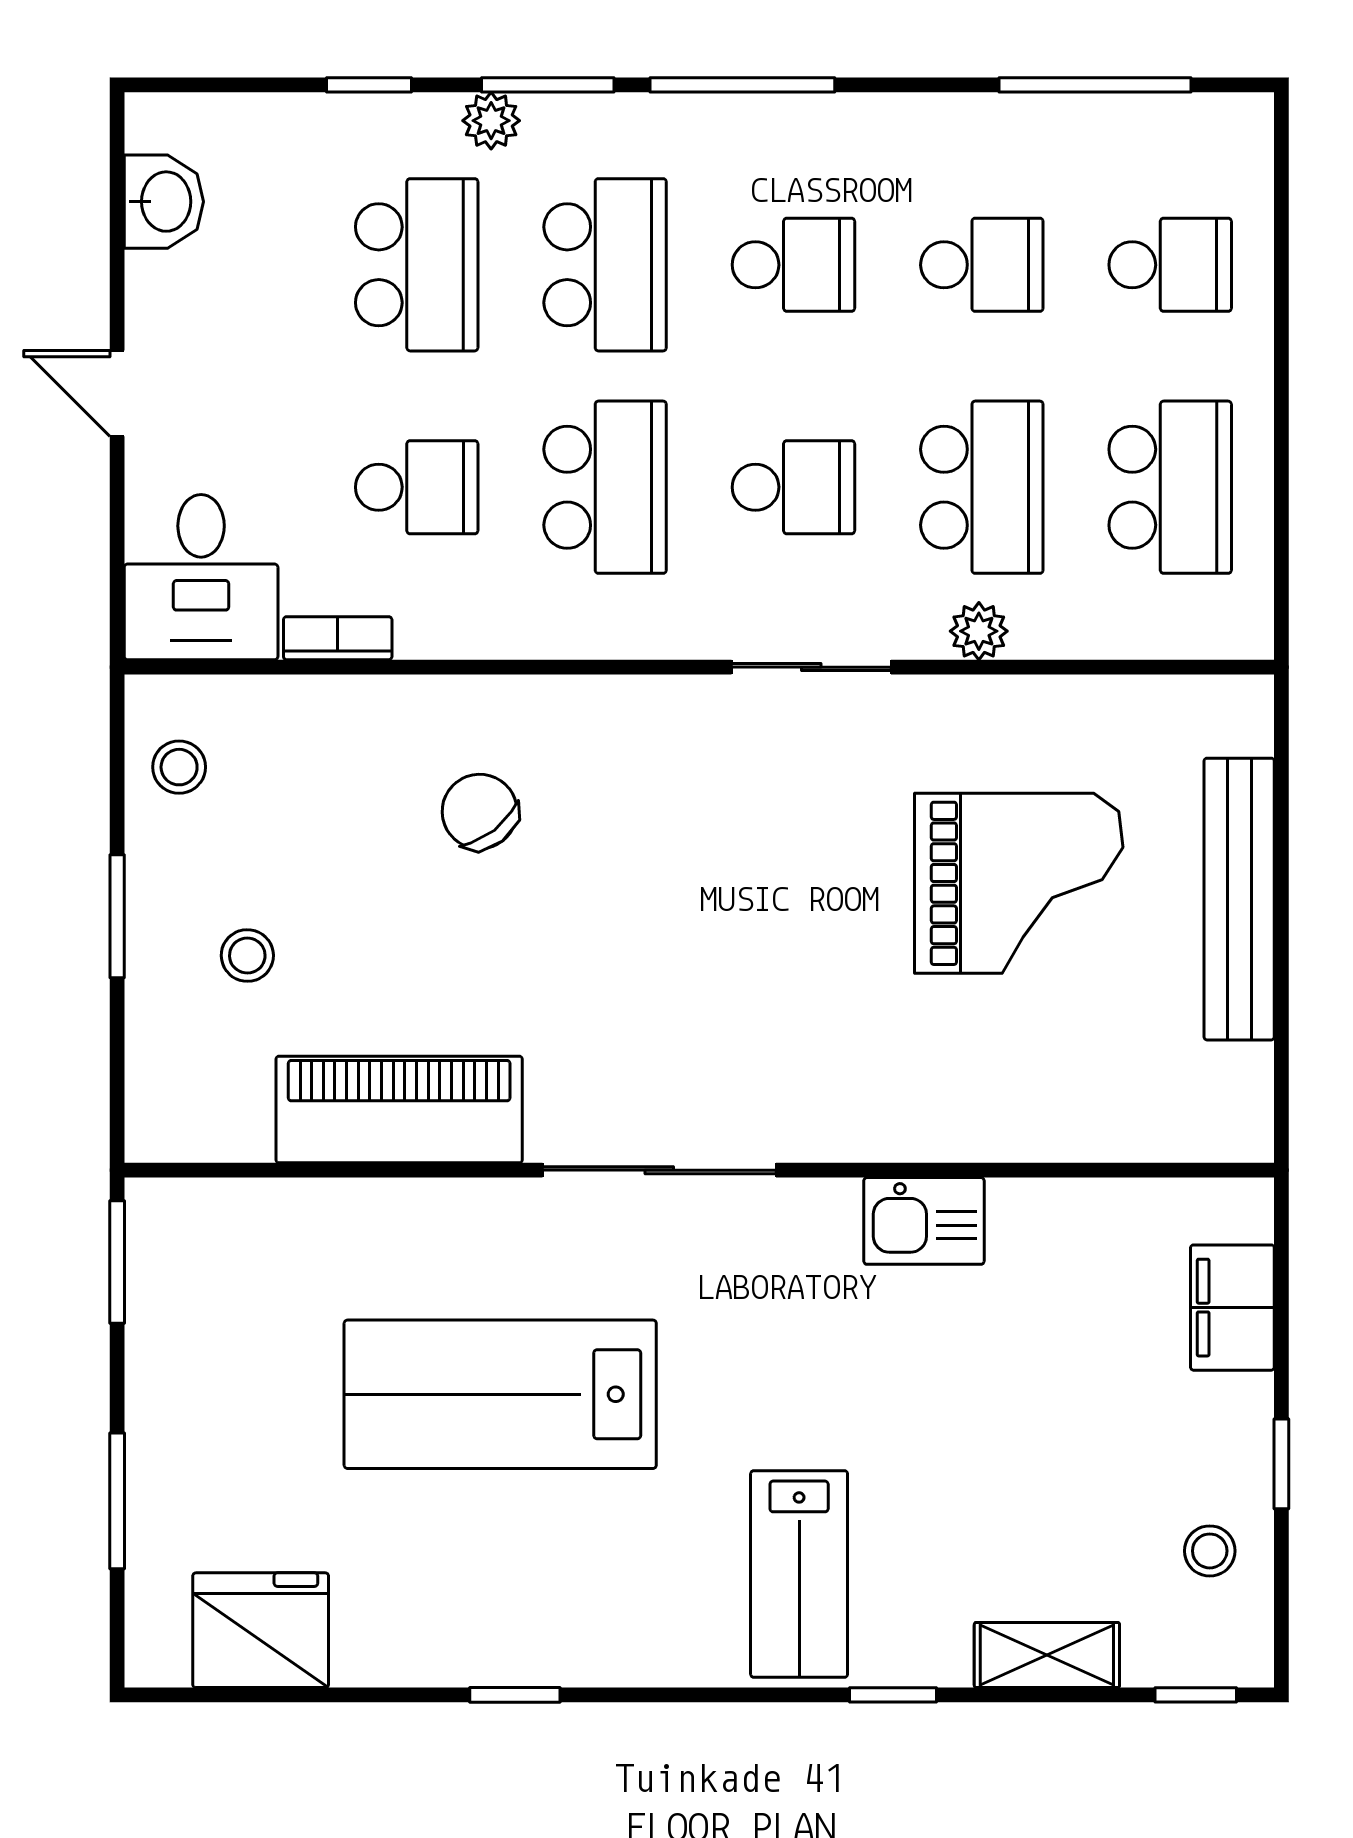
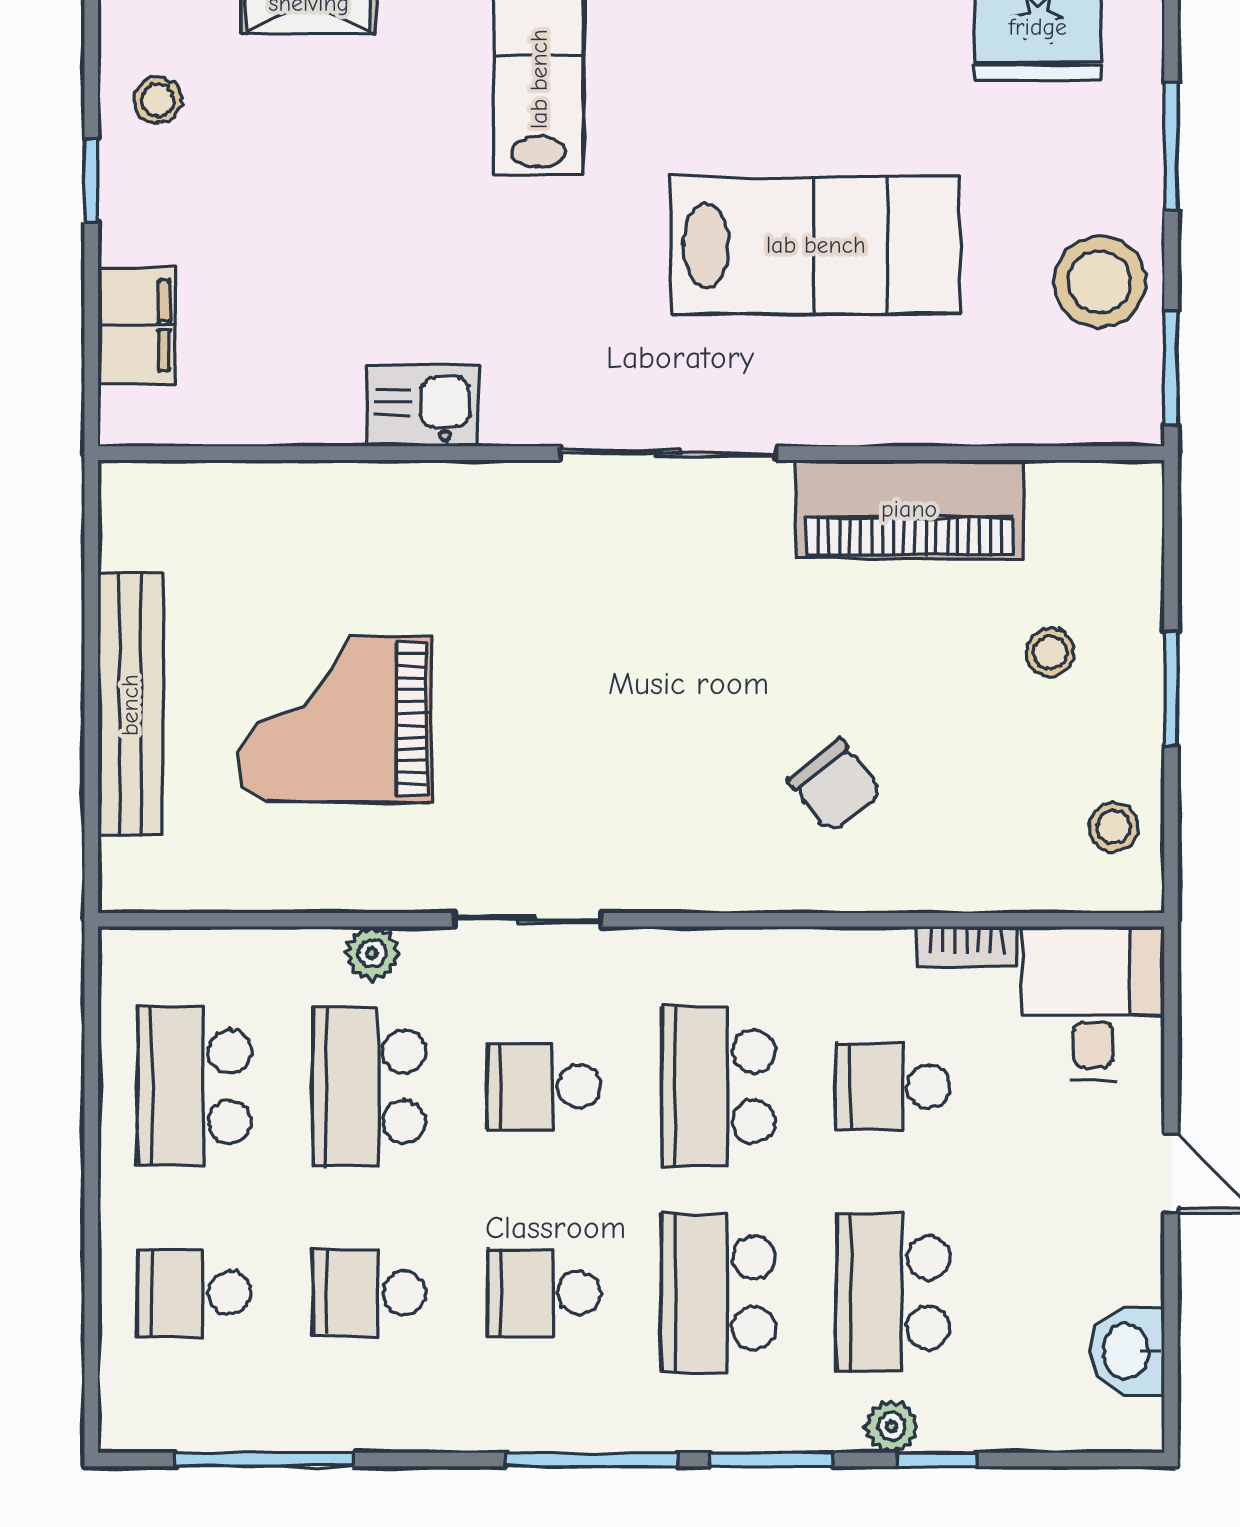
plant: (491, 121) -> (892, 1426), moved
stool: (194, 1355) -> (1100, 282), added

